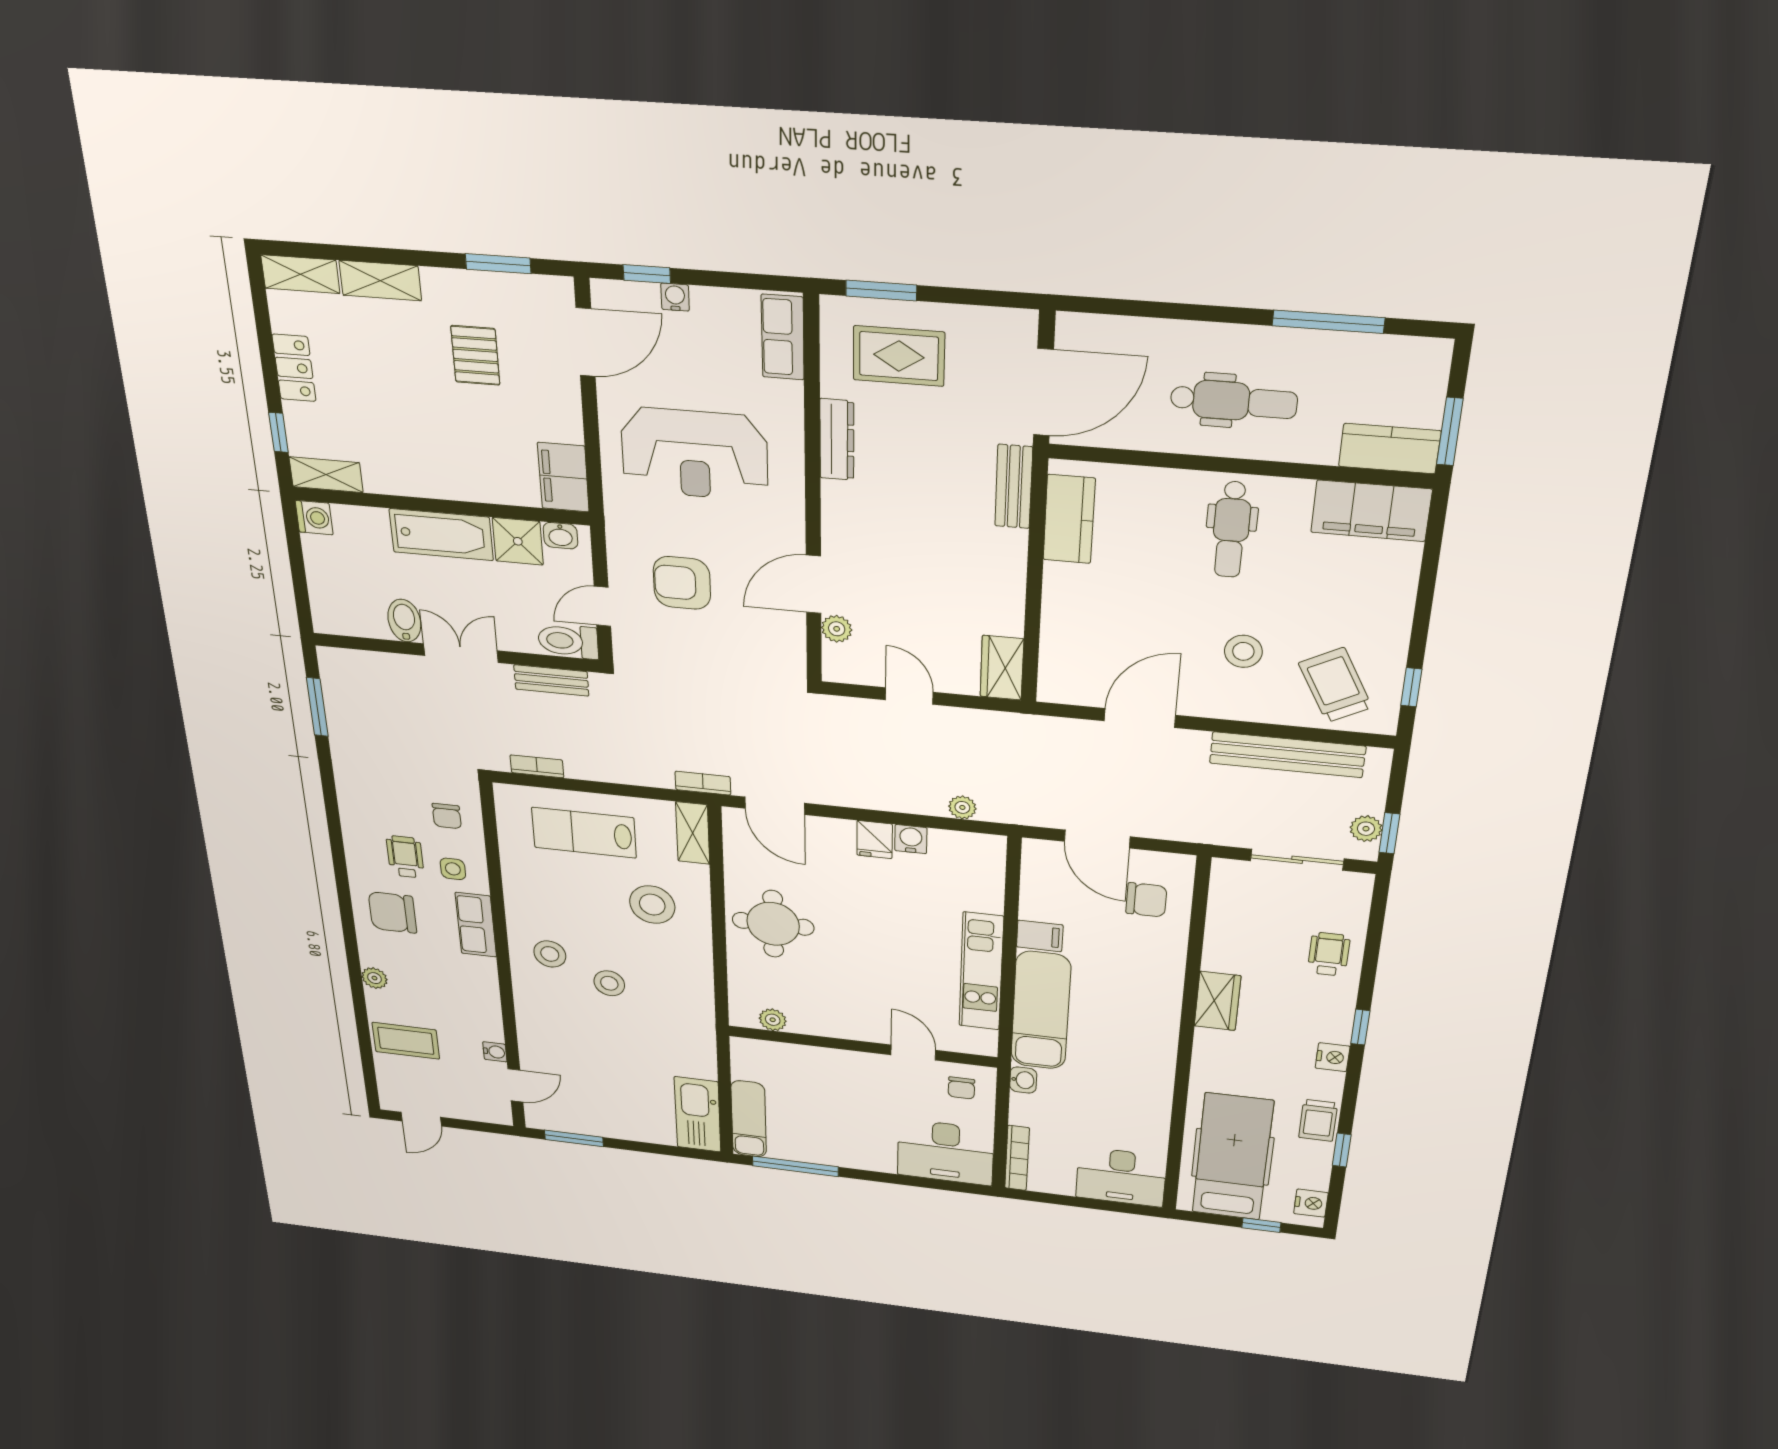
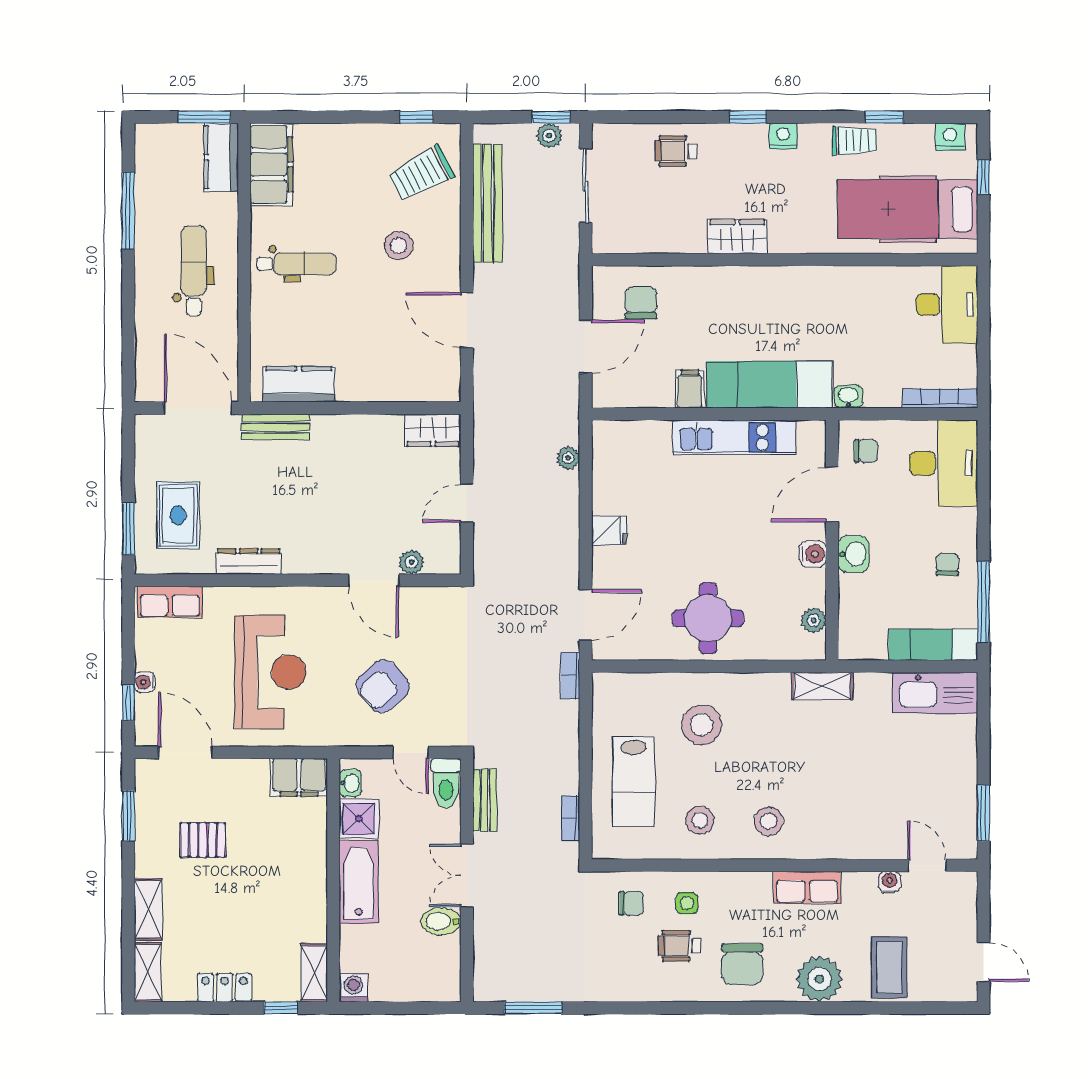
armchair: (682, 583) -> (383, 686), turned 49
shelving: (693, 833) -> (822, 686), moved
water cooler: (911, 839) -> (813, 554), moved, turned 180
row of seats: (476, 925) -> (807, 887), moved
plant: (374, 978) -> (819, 979), width x1.88, depth x1.88
stool: (609, 983) -> (700, 820), moved
door: (913, 1053) -> (832, 494), width x1.38
washbasin: (846, 1063) -> (853, 554), added
chair: (835, 1142) -> (947, 564), added

